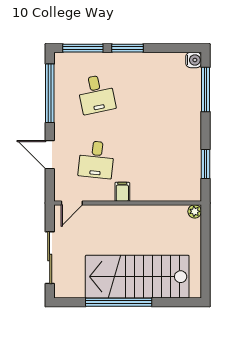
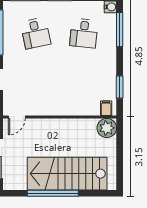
desk: (96, 160) -> (84, 33), moved
filing cabinet: (122, 192) -> (106, 108), moved
plant: (195, 211) -> (107, 128), width x1.88, depth x1.88

